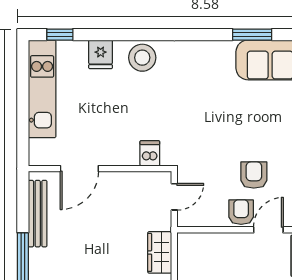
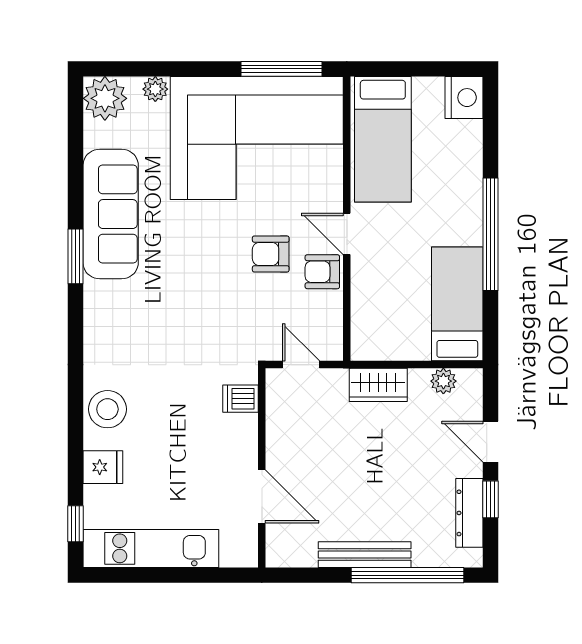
bench: (38, 214) -> (365, 555), moved

